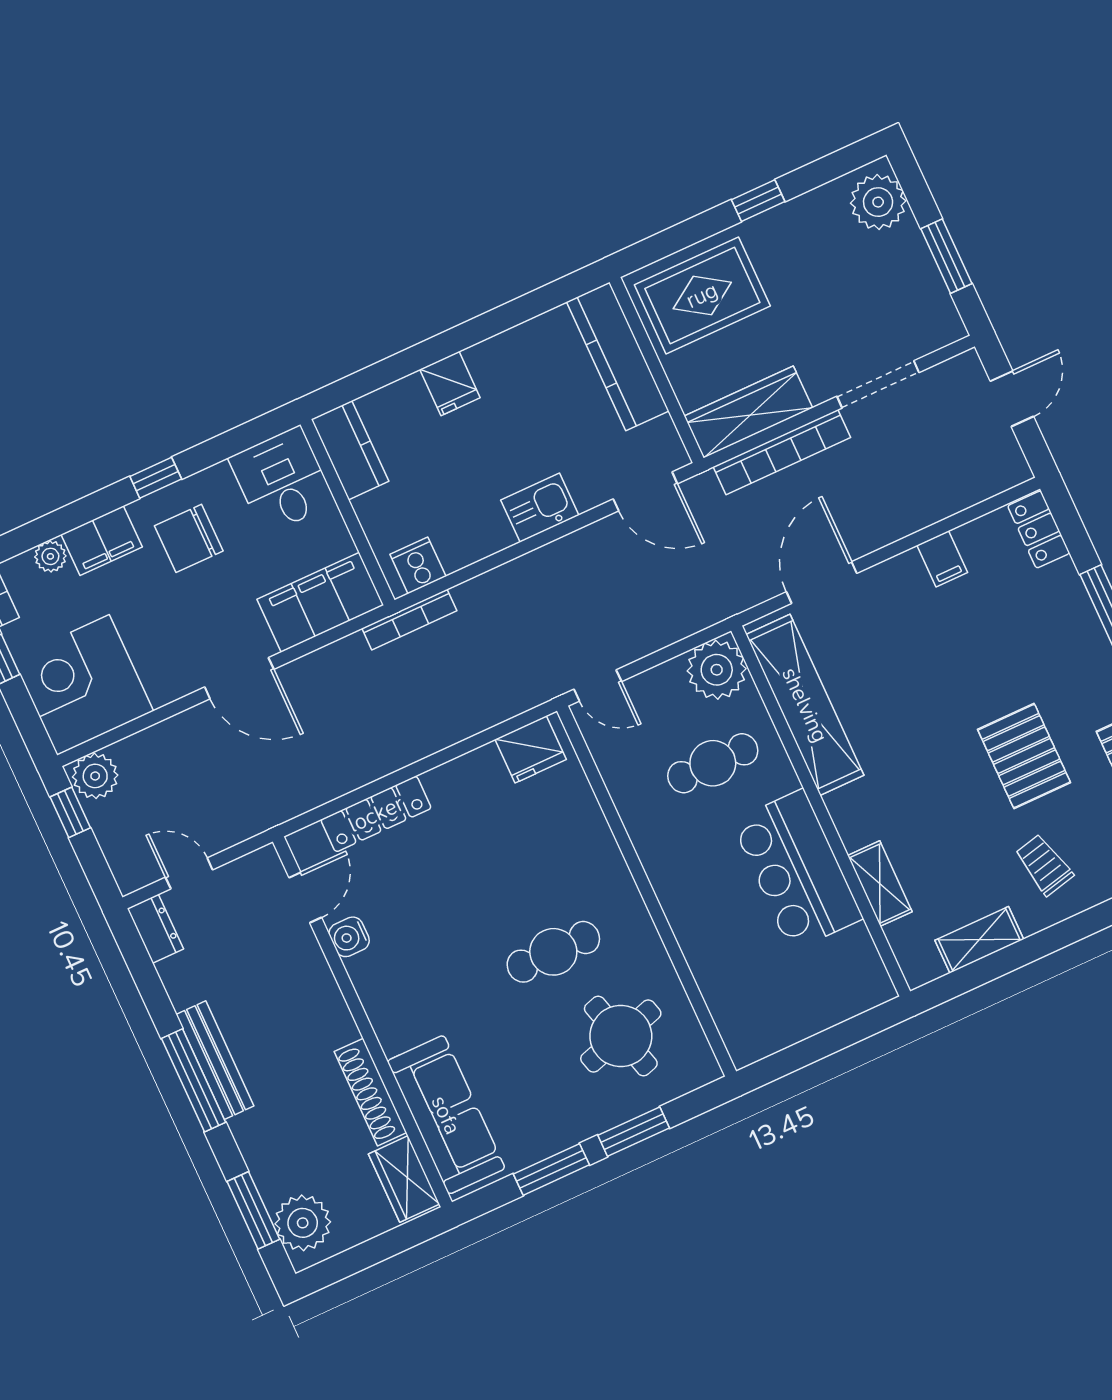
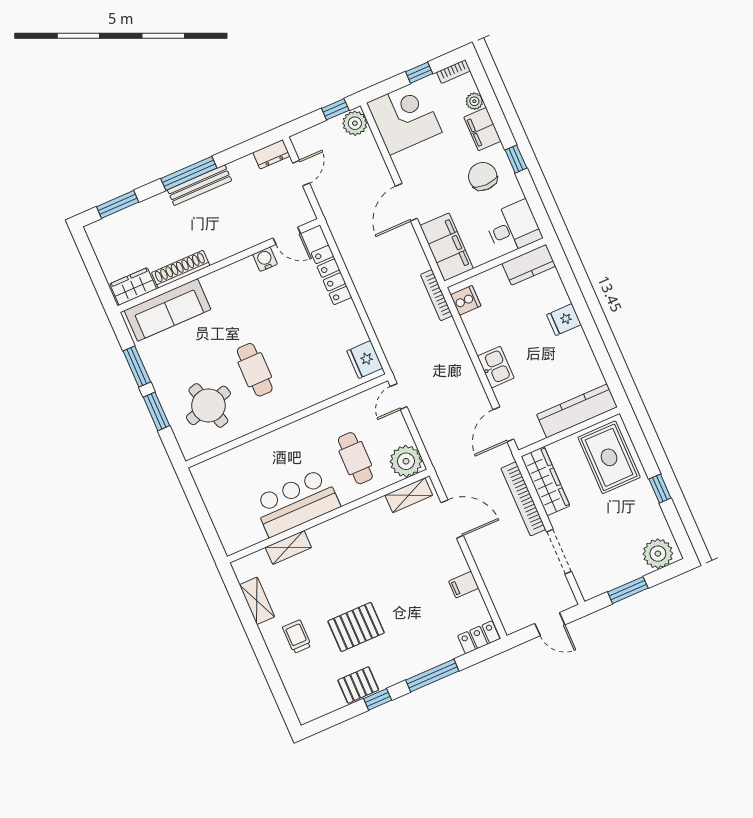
shelving: (805, 705) -> (409, 495), width x0.45, depth x0.75
trolley: (1044, 865) -> (297, 637), turned -77
plant: (303, 1223) -> (110, 231), removed

